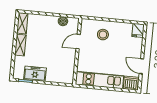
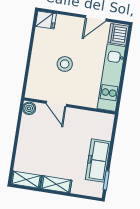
boiler: (63, 21) -> (29, 108), moved
stool: (103, 35) -> (65, 64), moved
freezer: (35, 74) -> (98, 161), width x1.40

